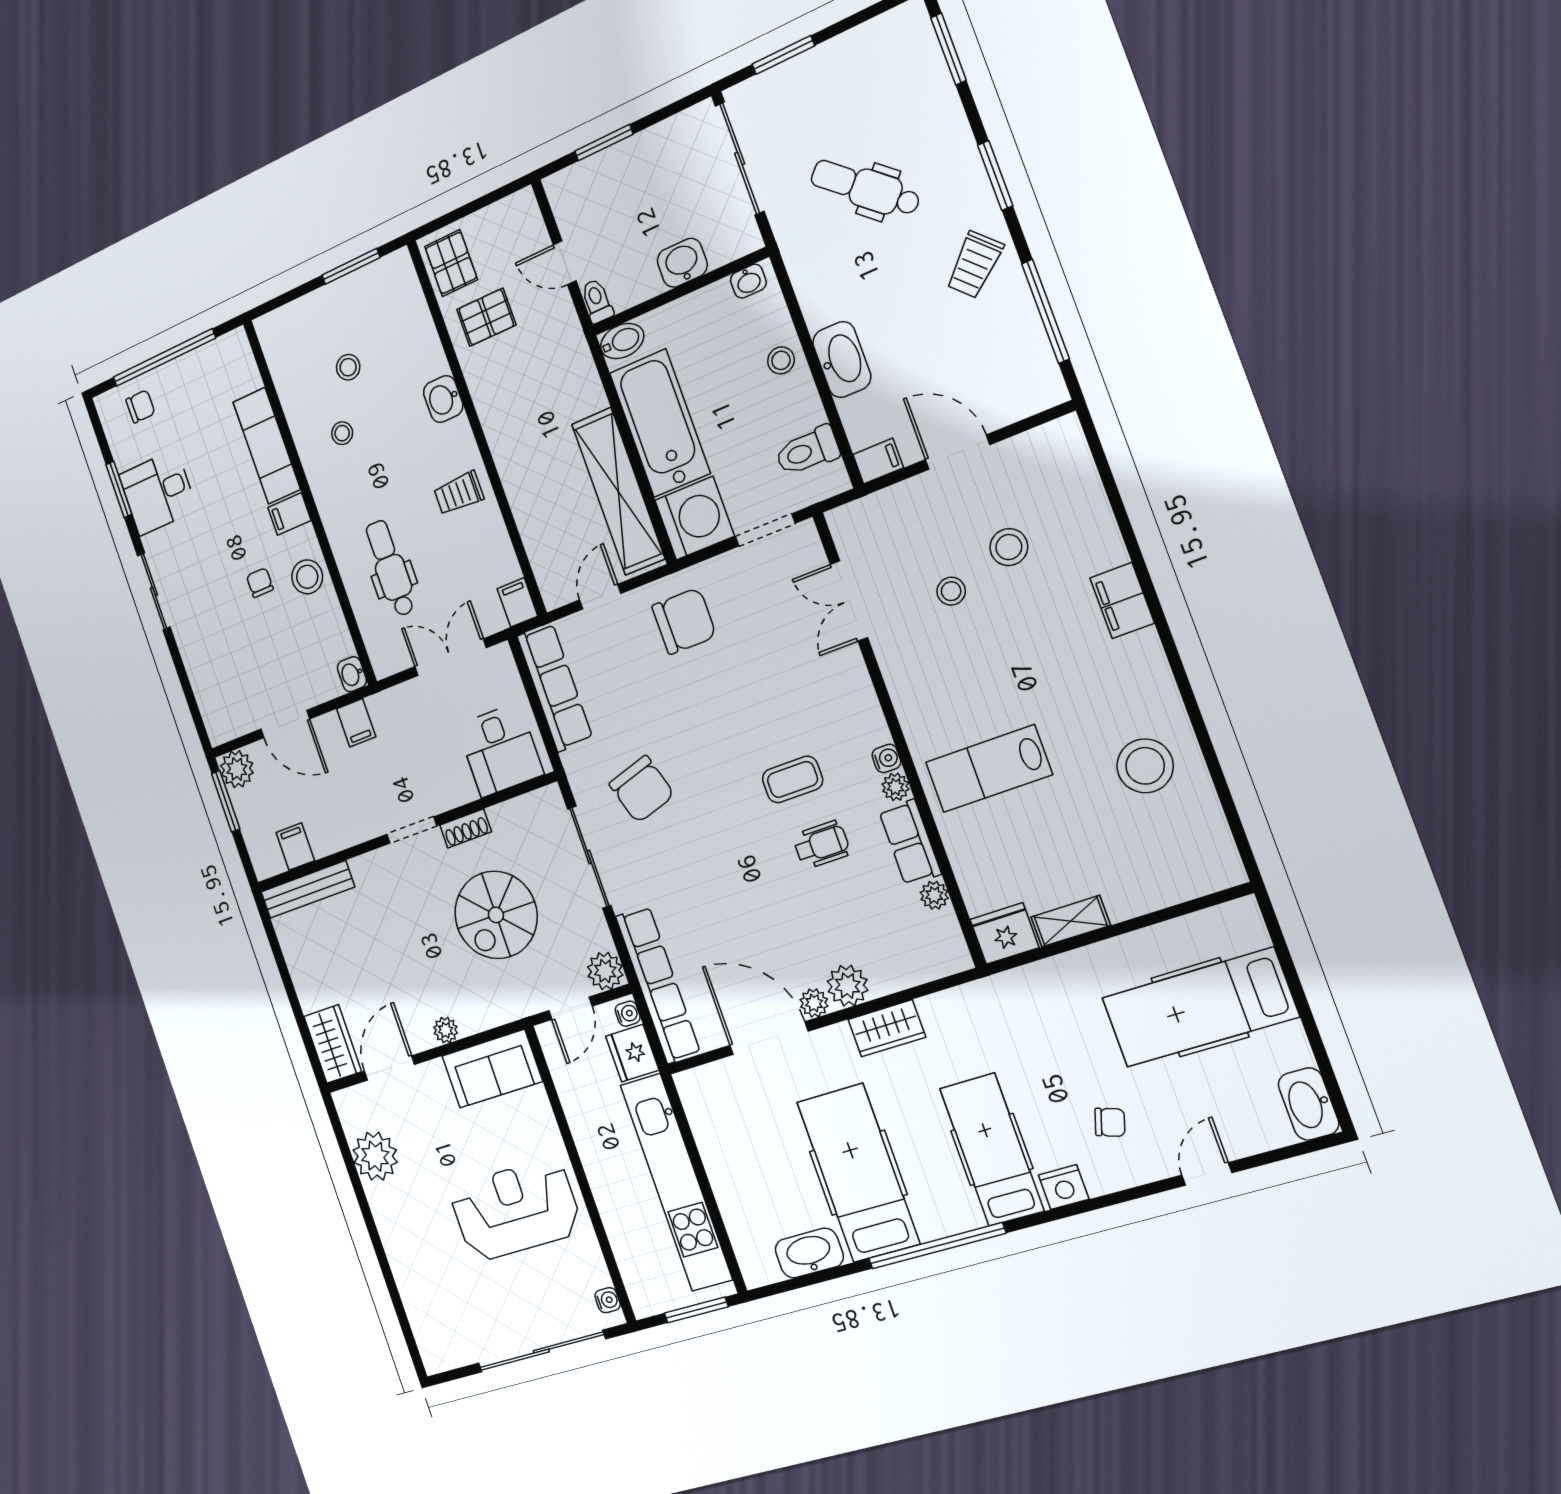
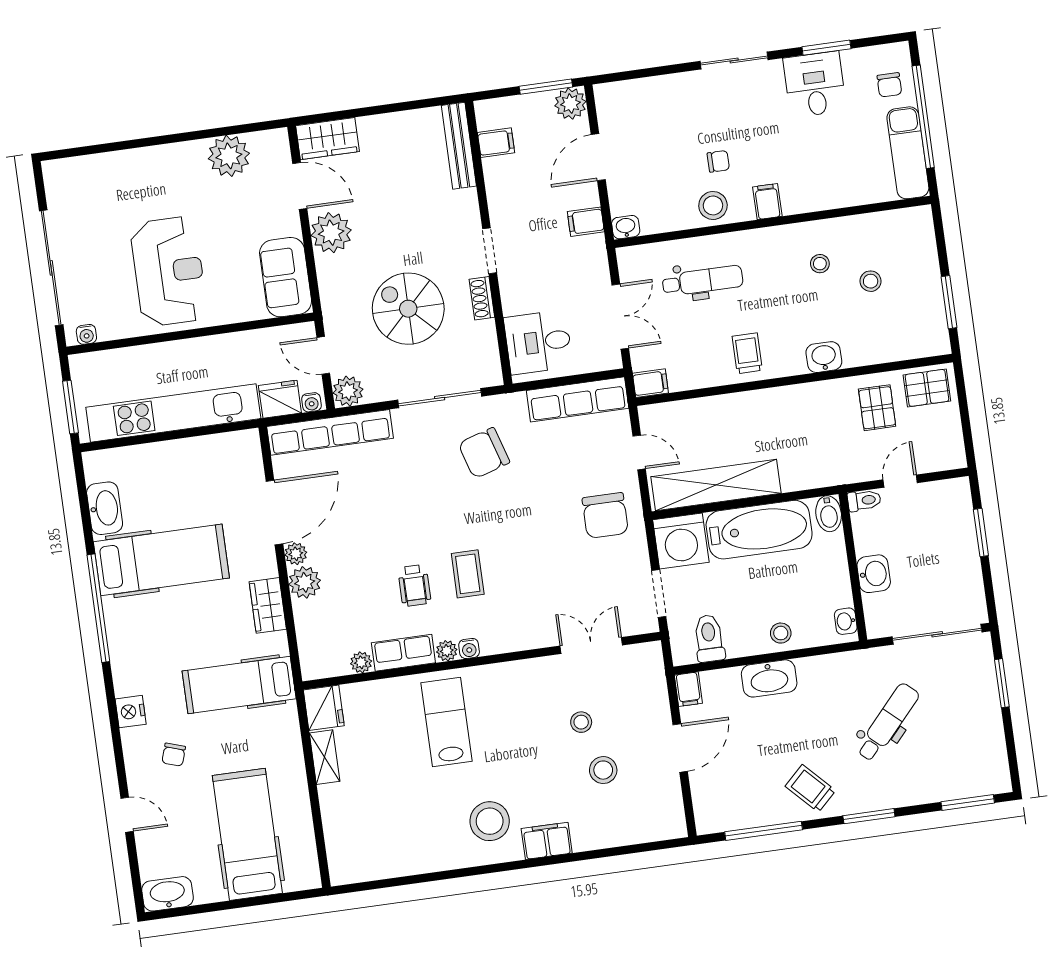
exam couch: (267, 446) -> (908, 153), moved, turned -90
stool: (1145, 766) -> (490, 821), moved
plant: (446, 1030) -> (331, 233), width x1.88, depth x1.88
hospital bed: (992, 1150) -> (239, 685), moved, turned 180

